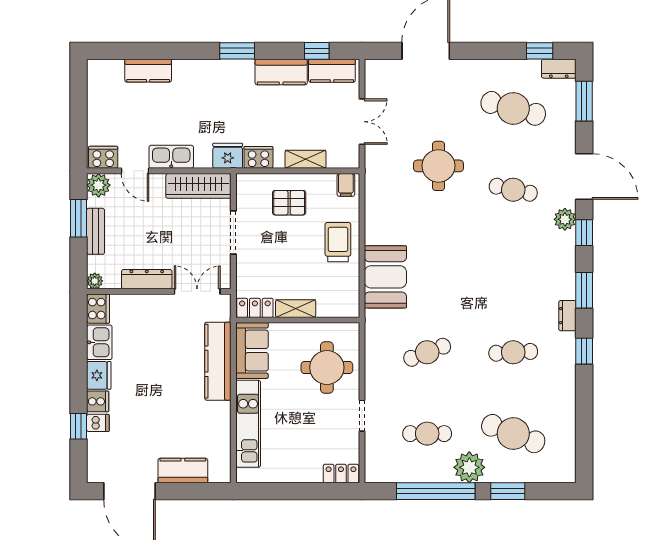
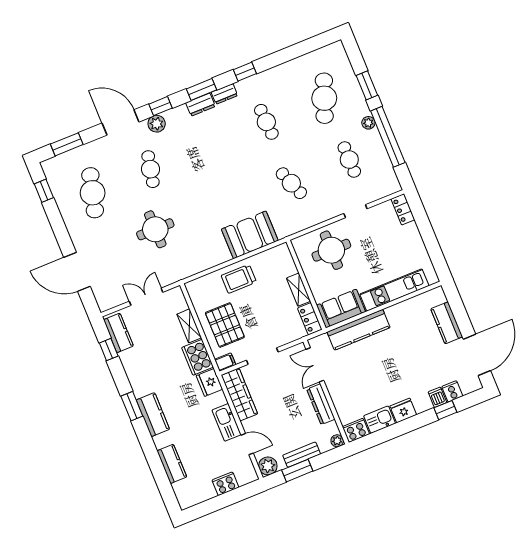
dresser: (559, 69) -> (201, 105), moved, turned 90
kitchen counter: (281, 72) -> (153, 415), moved
cooker: (103, 157) -> (225, 484), moved, turned 90
cooker: (258, 157) -> (198, 357), width x1.37, depth x1.31
door: (135, 171) -> (247, 444), hinge flipped
door: (584, 176) -> (120, 122), hinge flipped
filing cabinet: (346, 185) -> (225, 362), moved
pallet: (289, 203) -> (225, 325), width x1.50, depth x1.42
cooker: (98, 401) -> (452, 391), moved
plant: (469, 467) -> (368, 123), width x0.53, depth x0.53

